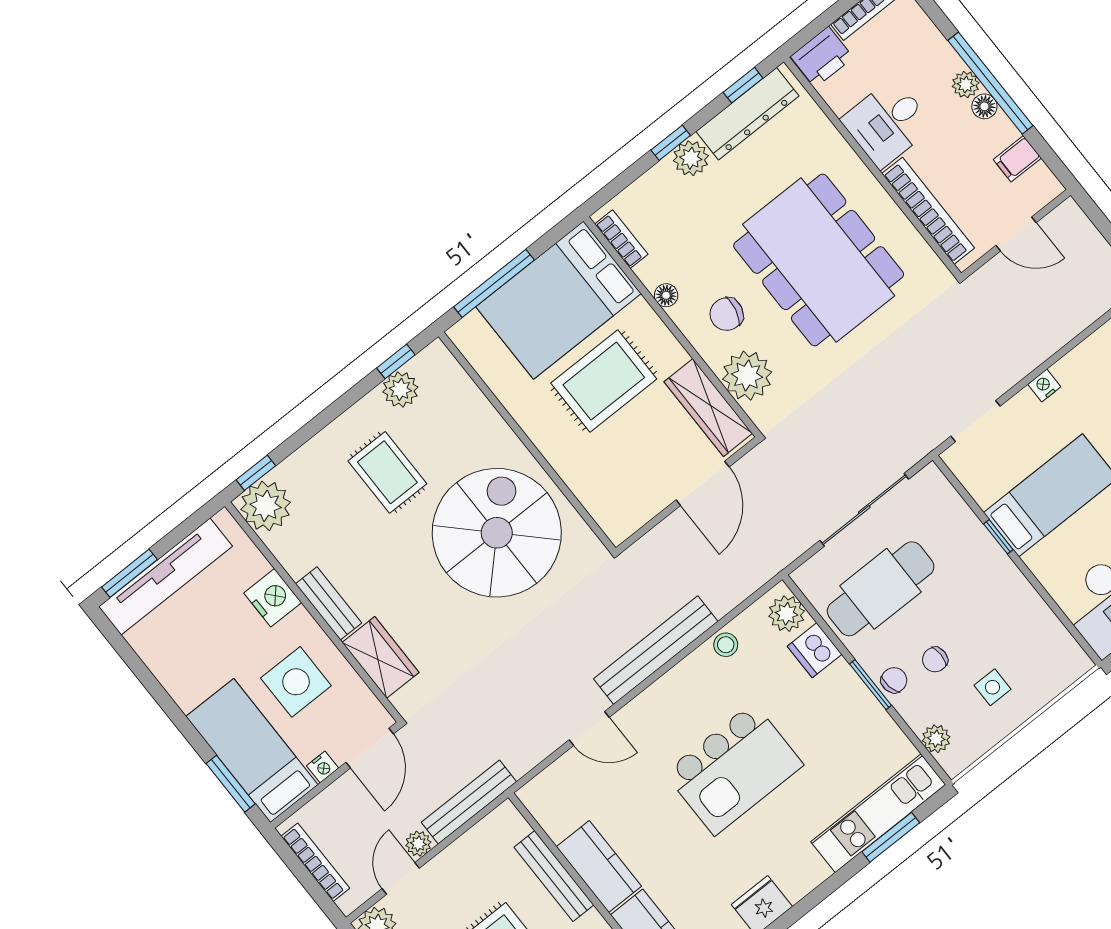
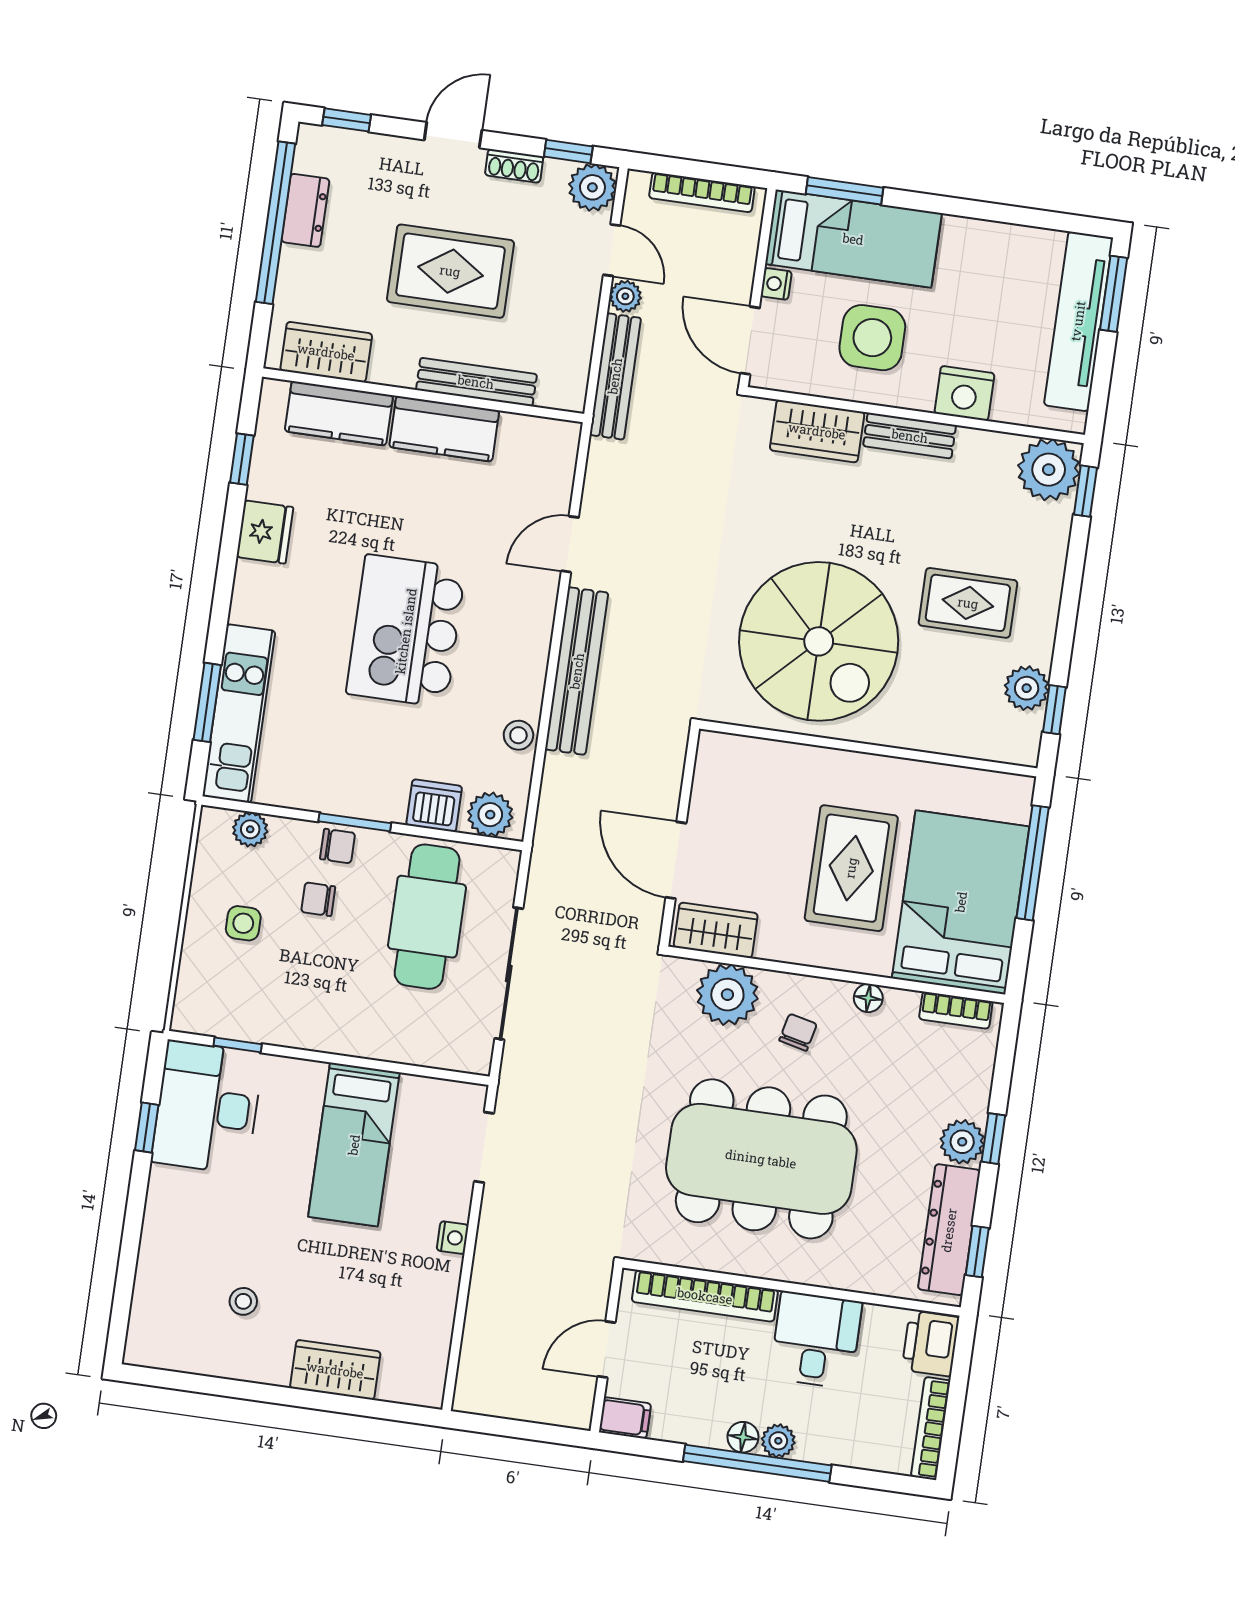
filing cabinet: (1017, 159) -> (625, 1418), moved, turned 90
chair: (727, 314) -> (798, 1032), width x0.73, depth x0.73
wardrobe: (708, 408) -> (716, 930), width x0.67
window: (998, 537) -> (238, 1045), moved
chair: (935, 660) -> (318, 899), turned -90
chair: (894, 680) -> (338, 846), turned -79

